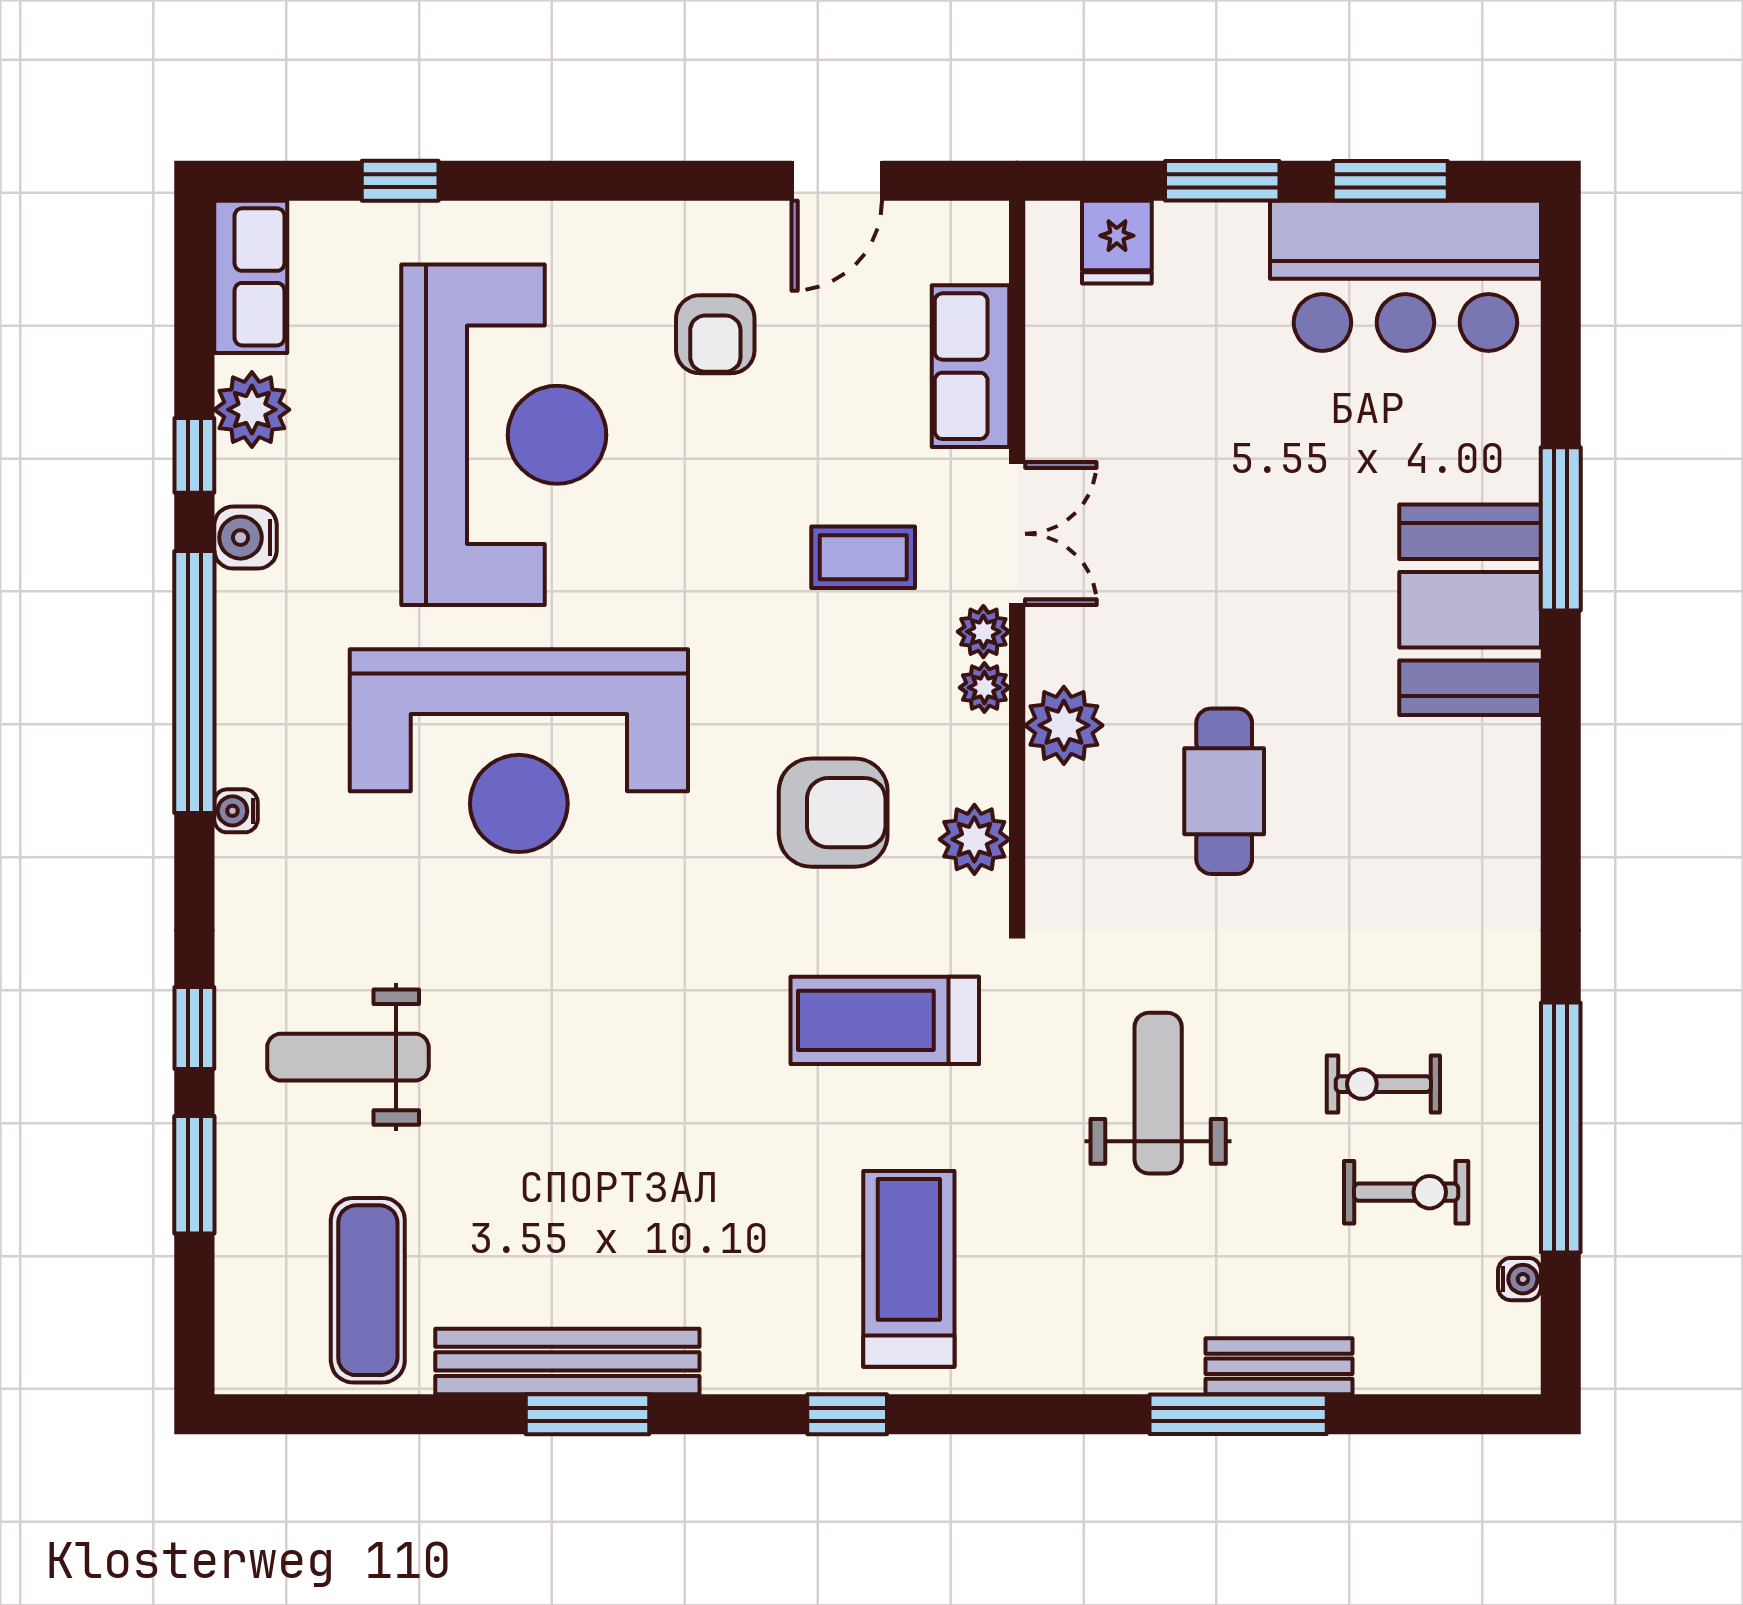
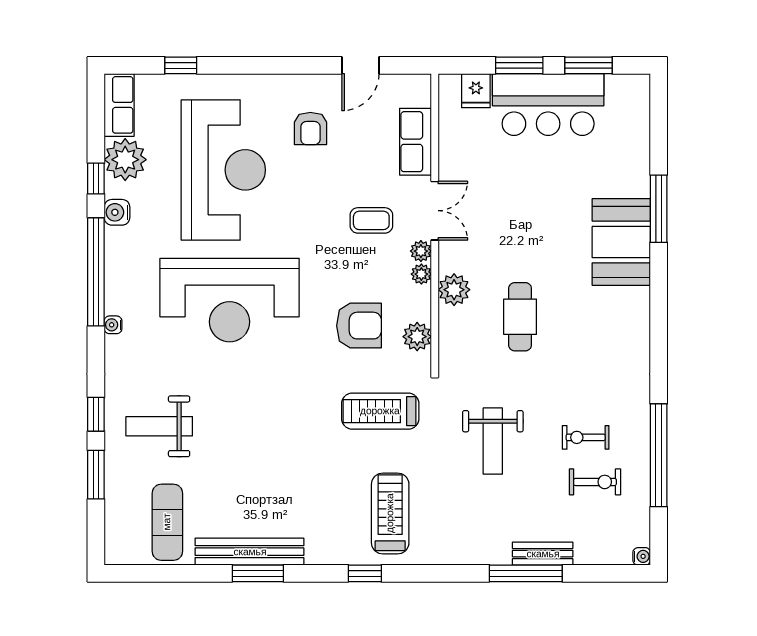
bar counter: (1405, 276) -> (548, 105), moved
plant: (252, 410) -> (125, 160), width x1.36, depth x1.36
weight bench: (1158, 1093) -> (493, 441), turned 180
water cooler: (1520, 1279) -> (642, 556), moved

